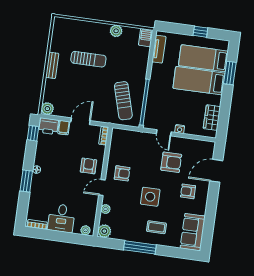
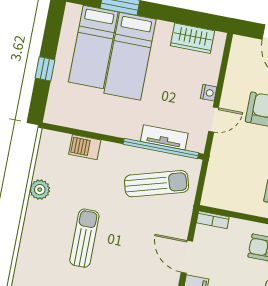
window: (200, 32) -> (45, 69), moved
barbecue: (146, 38) -> (85, 147), moved
tv unit: (159, 49) -> (164, 137), moved

